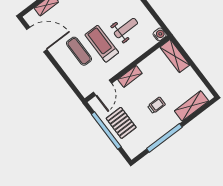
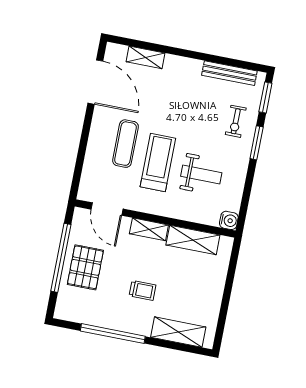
shelving: (175, 56) -> (193, 240), moved, turned 90
door: (102, 88) -> (107, 209), hinge flipped

